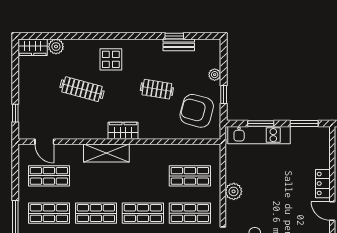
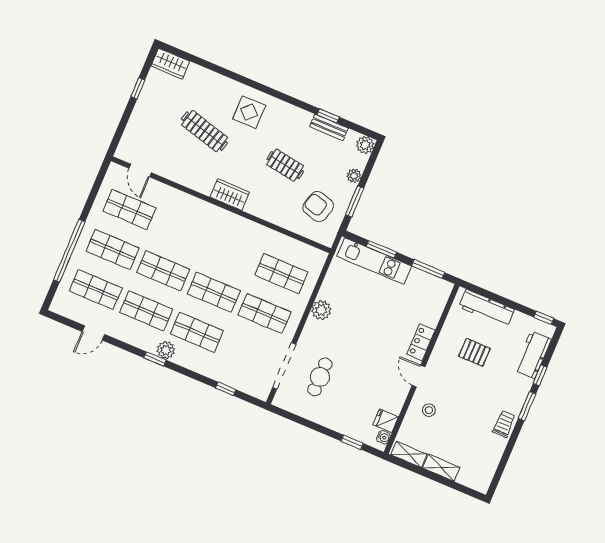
plant: (56, 47) -> (365, 145), moved
window: (224, 95) -> (355, 201), width x1.50
armchair: (197, 111) -> (318, 207), width x0.73, depth x0.73
window: (15, 113) -> (138, 88), moved
shelving: (106, 153) -> (202, 211), removed

